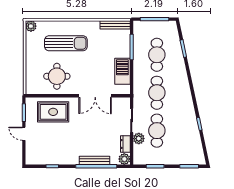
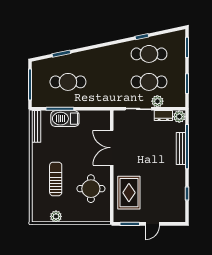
plant: (31, 26) -> (56, 216), moved
sun lounger: (66, 43) -> (56, 179), width x0.73, depth x0.75
barbecue: (122, 71) -> (65, 119), moved
cafe table: (157, 93) -> (149, 54), moved
double door: (95, 96) -> (112, 148), swing flipped

